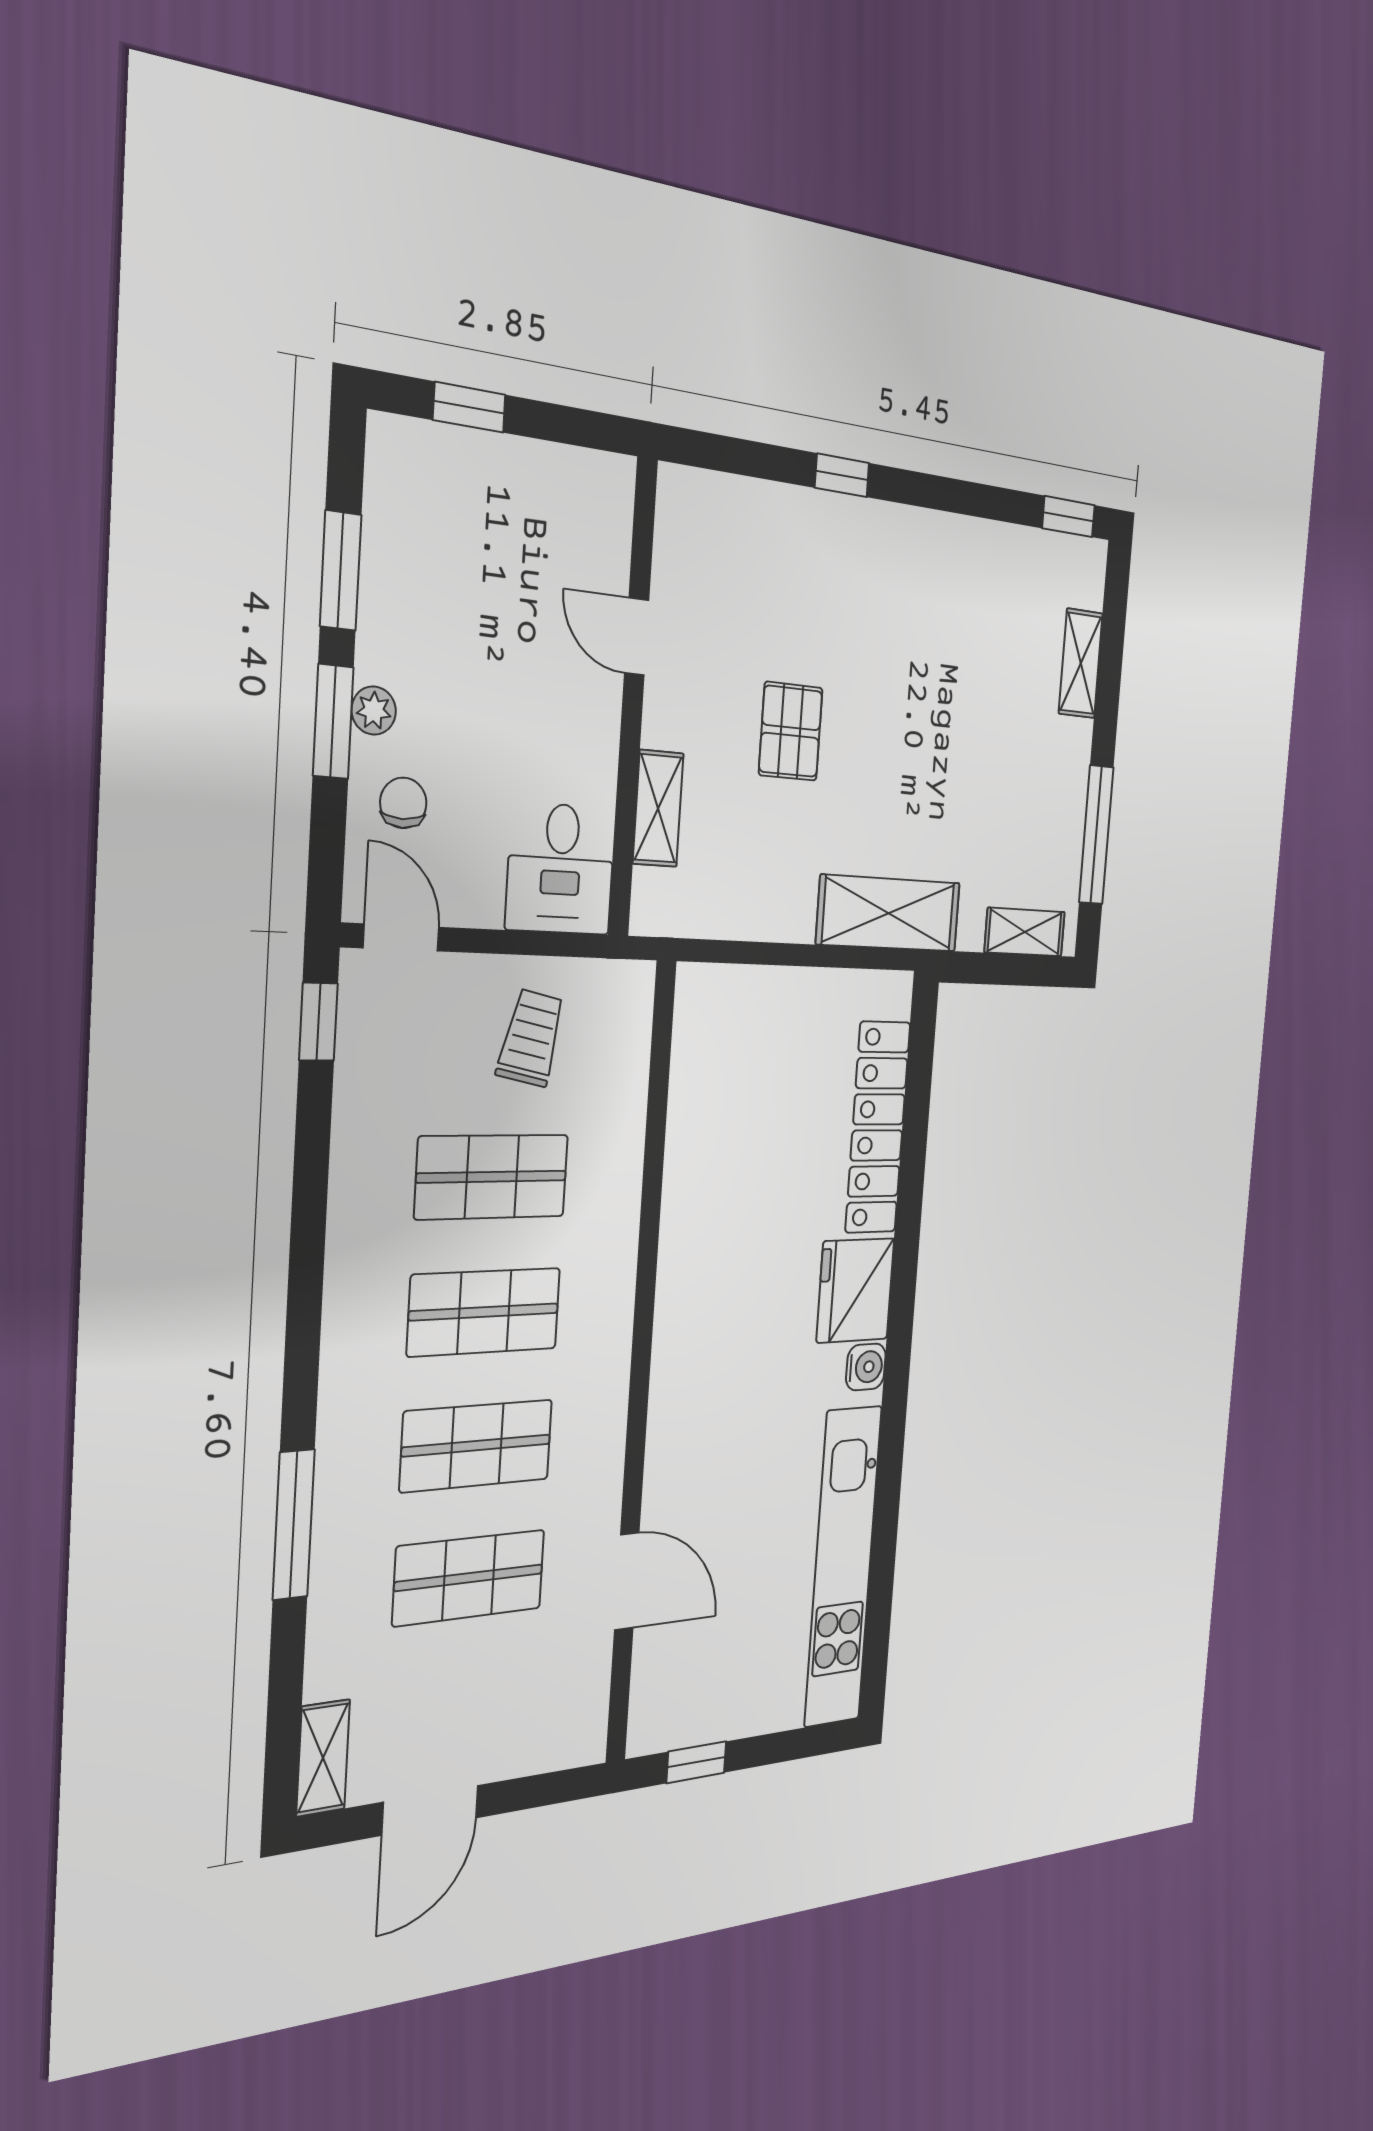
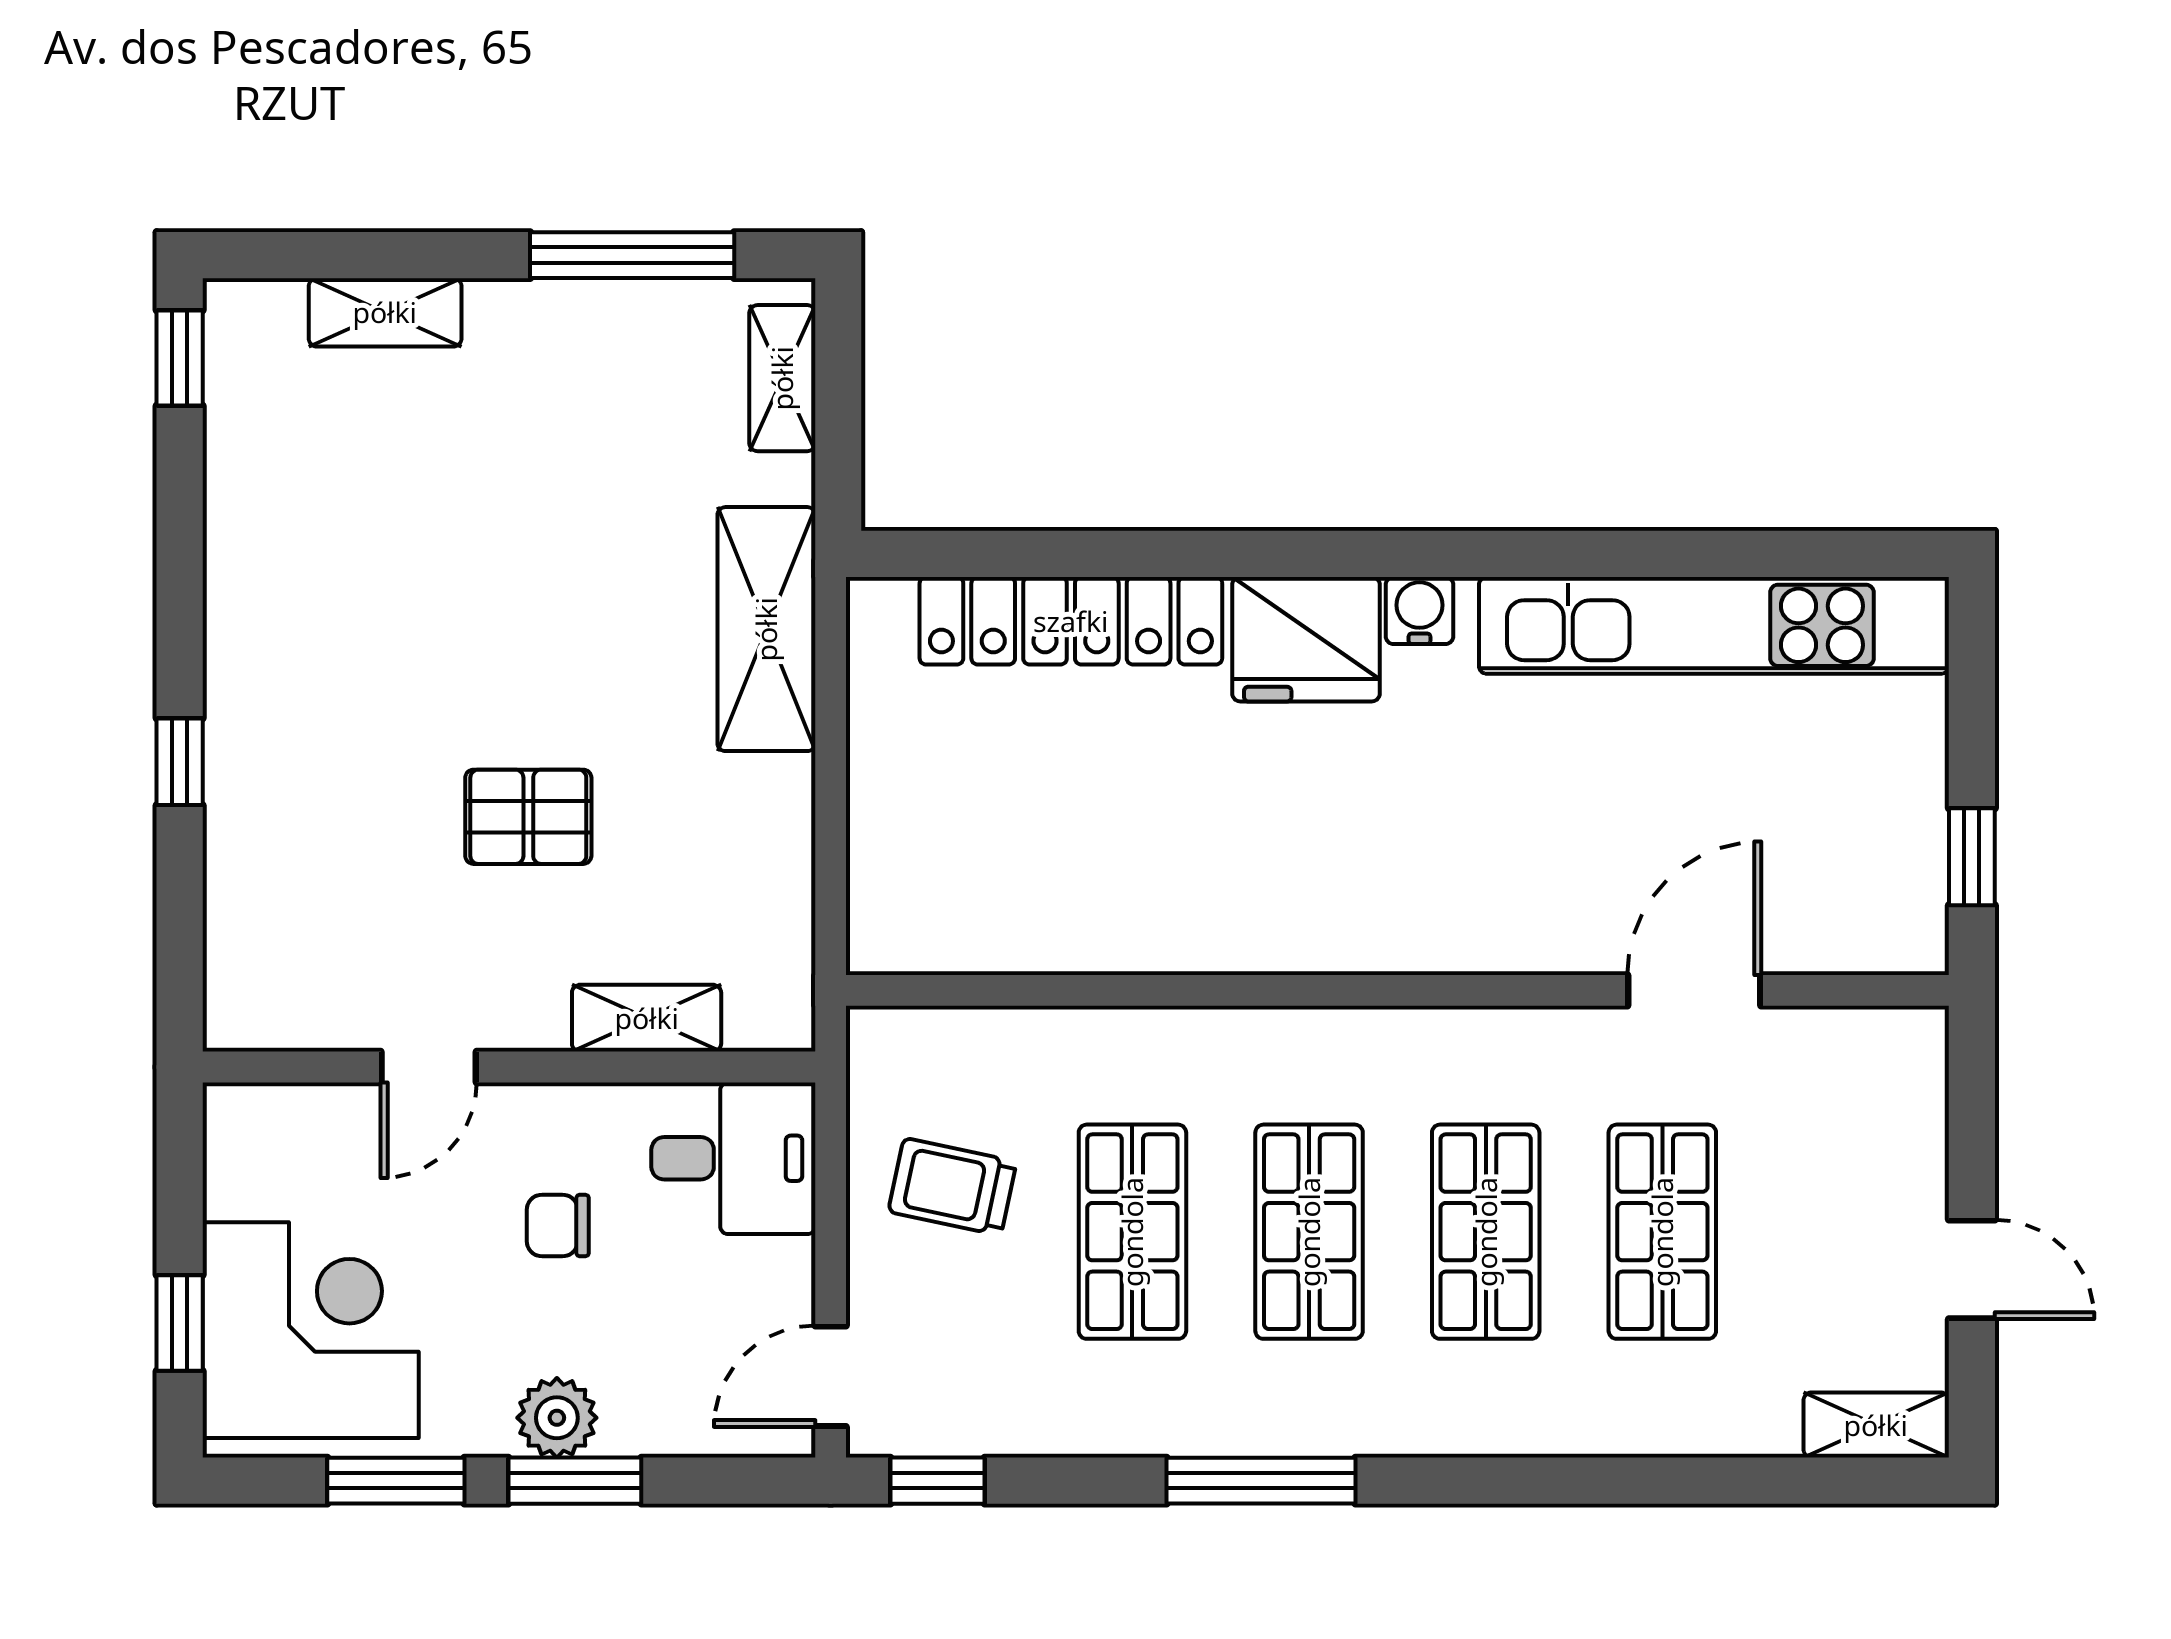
corner desk: (458, 515) -> (311, 1330), added
plant: (374, 711) -> (557, 1418), width x1.38, depth x1.38
chair: (403, 803) -> (558, 1225), moved
window: (294, 1525) -> (1261, 1481), moved
door: (430, 1810) -> (1972, 1269), width x0.73

